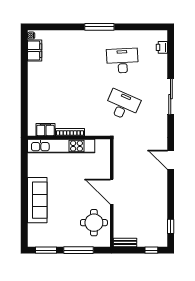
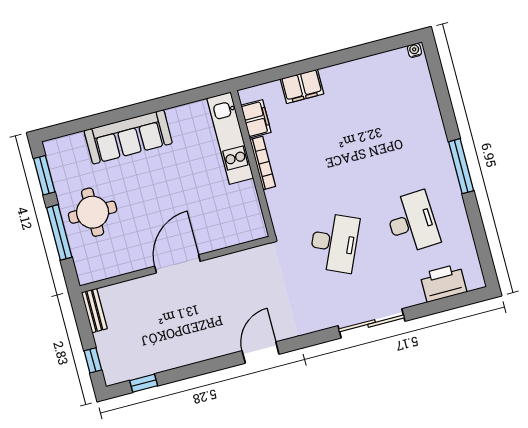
printer: (162, 47) -> (443, 283), width x1.87, depth x1.48
filing cabinet: (35, 51) -> (302, 86), moved
kitchen unit: (61, 146) -> (230, 138), width x0.73
round table: (94, 223) -> (93, 212), moved

